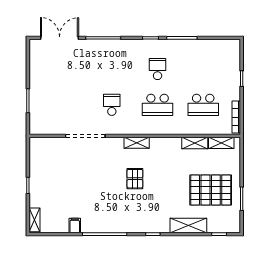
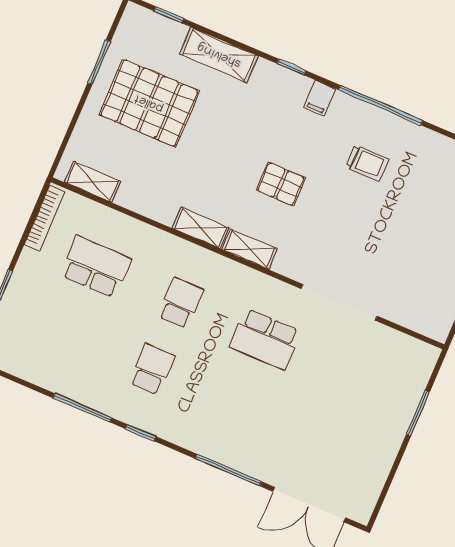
school desk: (158, 69) -> (152, 369), turned 180
school desk: (112, 105) -> (265, 339), width x1.85
school desk: (158, 105) -> (181, 303), width x0.54
shelving: (195, 143) -> (201, 228), moved
pallet: (135, 179) -> (281, 184), turned 90
trolley: (100, 205) -> (367, 163), added
filing cabinet: (75, 225) -> (320, 98), moved

